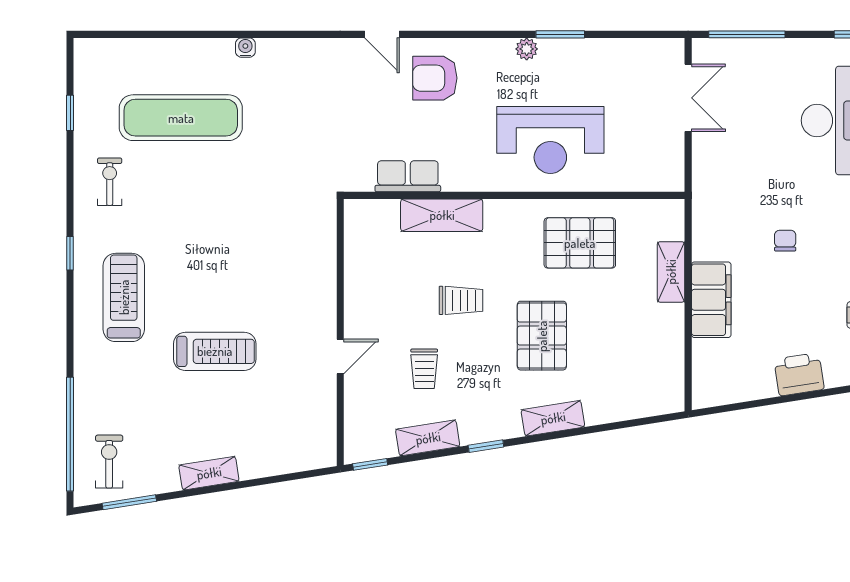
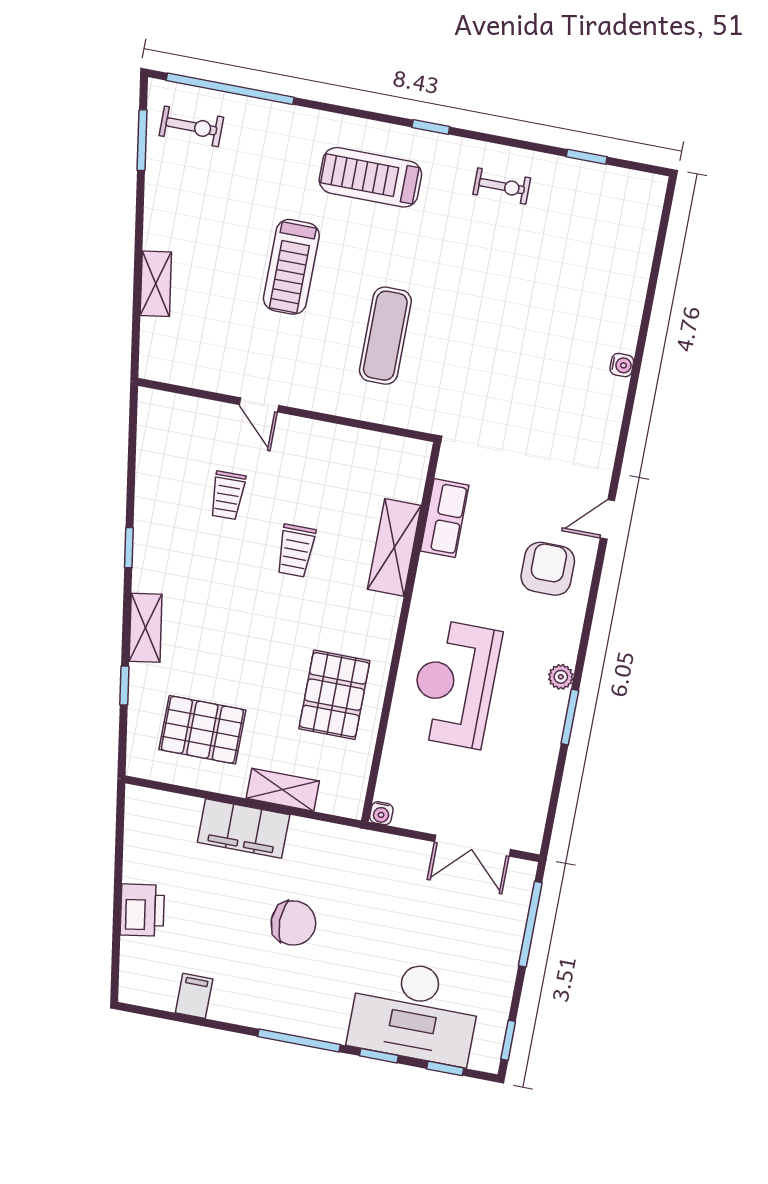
exercise mat: (181, 118) -> (385, 336), moved, width x0.73, depth x0.69
water cooler: (675, 182) -> (381, 813), added
chair: (785, 241) -> (293, 923), width x1.87, depth x1.87
treadmill: (124, 297) -> (370, 177), turned 180
pallet: (542, 336) -> (202, 730), moved
trolley: (424, 369) -> (228, 495), turned -91
shelving: (428, 438) -> (150, 485), removed
window: (370, 464) -> (124, 685), moved
shelving: (209, 473) -> (156, 284), moved

